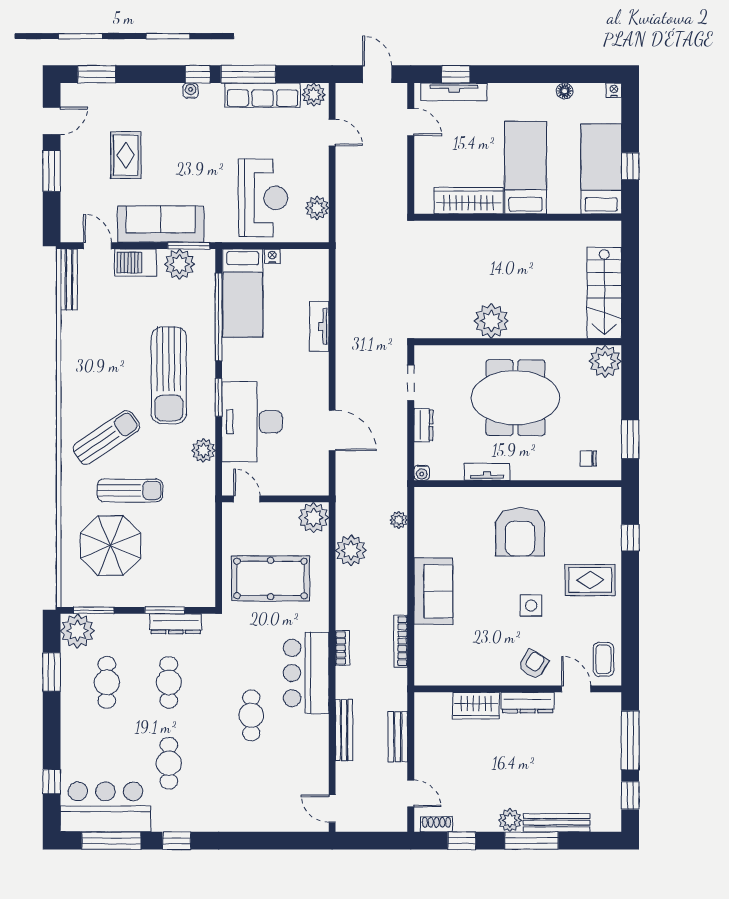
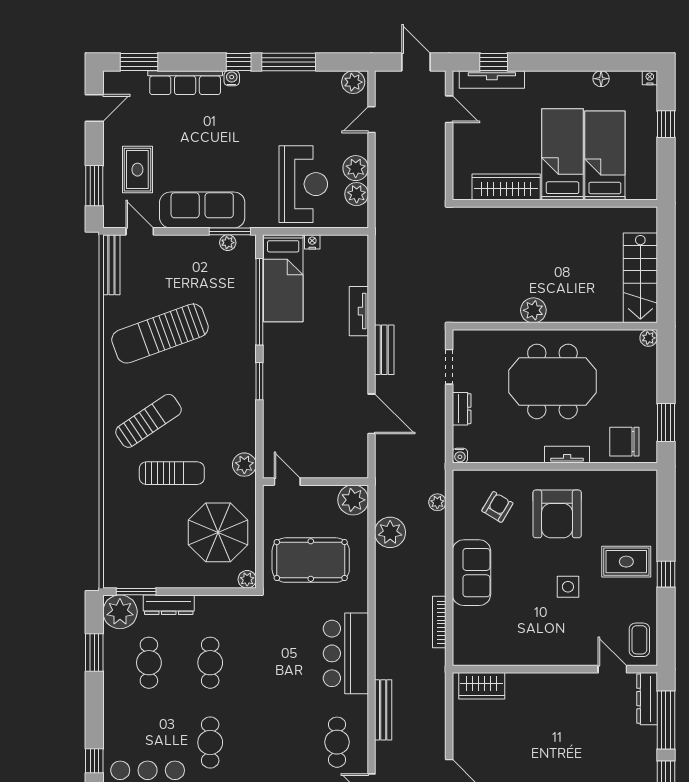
row of seats: (263, 95) -> (185, 83), moved
door: (332, 133) -> (371, 120), swing flipped
rug: (126, 155) -> (137, 170), moved
window: (630, 166) -> (666, 124), moved
bed: (601, 169) -> (605, 155), moved
window: (52, 171) -> (94, 186), moved
plant: (316, 182) -> (356, 168), added
barbecue: (136, 263) -> (177, 248), removed
plant: (179, 264) -> (228, 243), width x0.53, depth x0.53
plant: (491, 321) -> (533, 310), width x0.73, depth x0.73
plant: (605, 361) -> (649, 338), width x0.53, depth x0.53
sun lounger: (169, 375) -> (160, 334), moved, turned 70
desk: (252, 422) -> (292, 405), removed
plant: (203, 450) -> (244, 465), moved
chair: (588, 459) -> (624, 442), width x1.87, depth x1.87
tv unit: (487, 472) -> (567, 455), moved
window: (630, 538) -> (666, 574), moved
parasol: (111, 545) -> (218, 532), moved
plant: (206, 598) -> (247, 579), added
window: (165, 610) -> (206, 592), removed
dresser: (176, 624) -> (169, 605), moved
bookcase: (342, 648) -> (382, 629), removed
armchair: (533, 664) -> (497, 507), moved
dresser: (528, 703) -> (647, 699), moved, turned 90
wardrobe: (476, 706) -> (482, 686), moved
cafe table: (251, 715) -> (337, 742), moved
bench: (398, 737) -> (384, 350), moved

